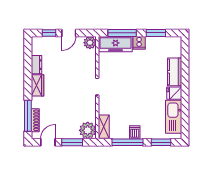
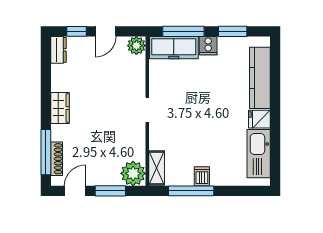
dresser: (36, 65) -> (58, 50), moved
kitchen counter: (175, 72) -> (260, 78), width x1.50
window: (161, 142) -> (240, 191), removed

